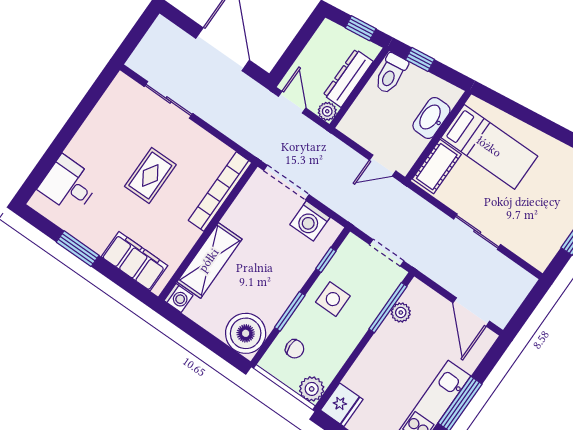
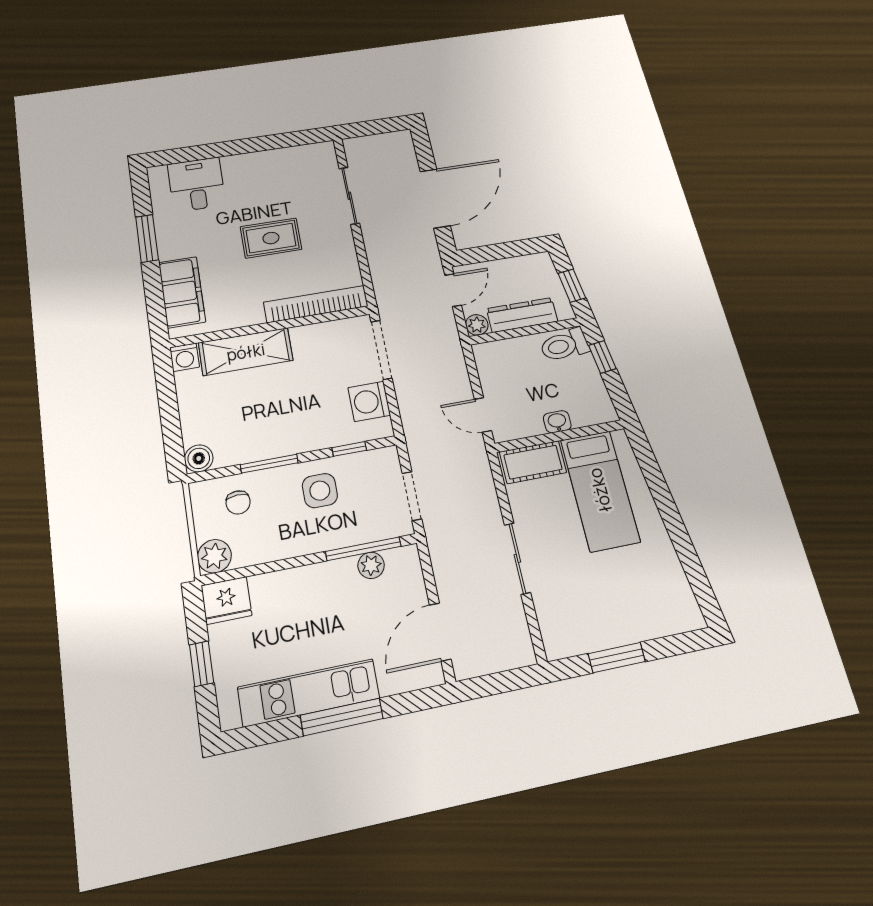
washbasin: (431, 118) -> (557, 422), width x0.52, depth x0.69
boiler: (246, 333) -> (199, 458), width x0.54, depth x0.54

